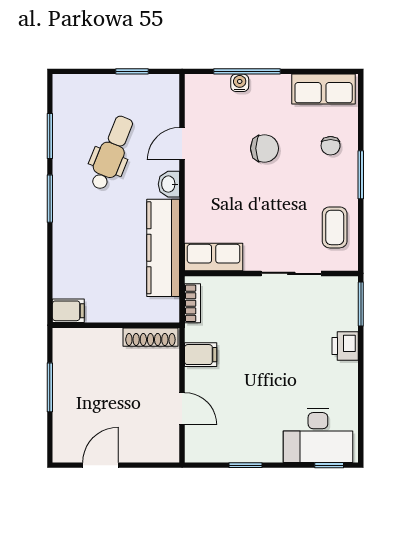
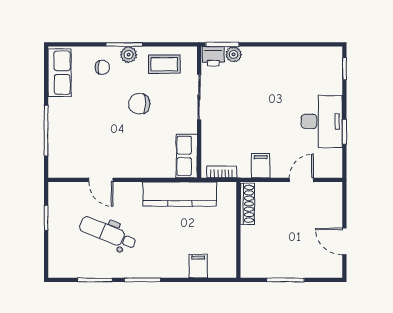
water cooler: (240, 83) -> (55, 136), removed
chair: (264, 148) -> (139, 104), moved, turned -90
plant: (347, 180) -> (129, 55), added
washbasin: (169, 184) -> (131, 190), removed
filing cabinet: (68, 311) -> (198, 266), moved
plant: (348, 319) -> (234, 54), added
printer: (345, 346) -> (213, 56), moved
desk: (318, 435) -> (322, 121), moved

